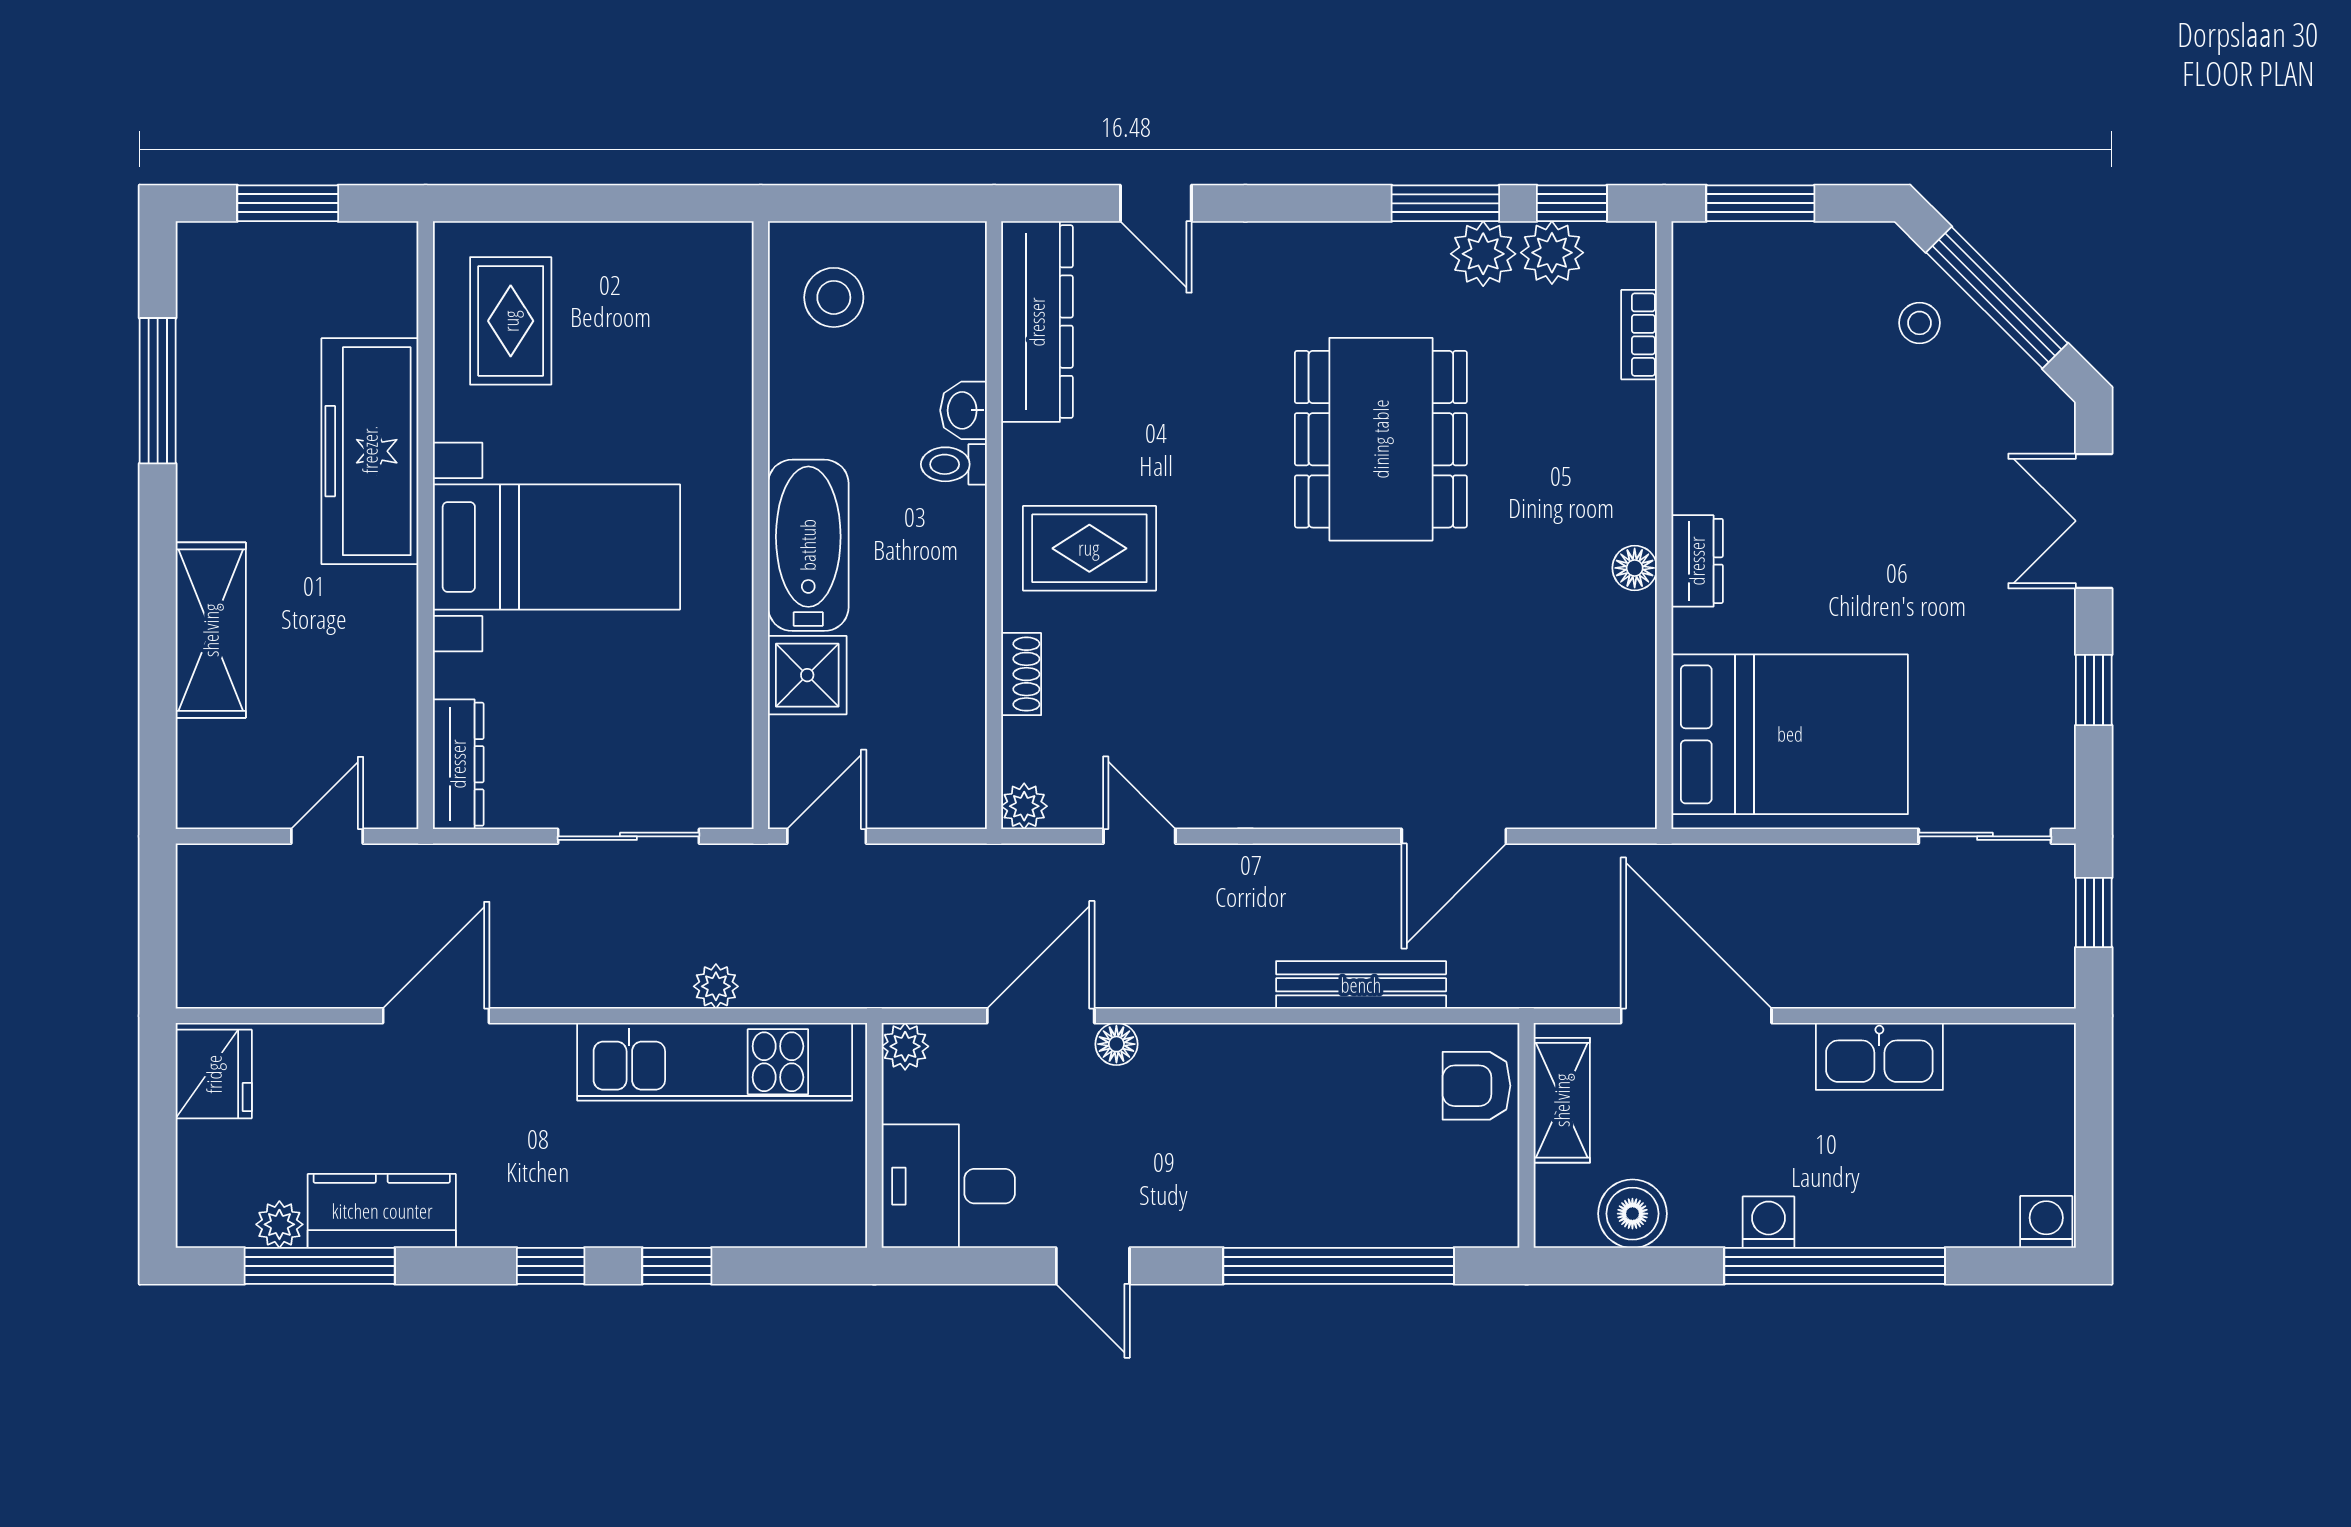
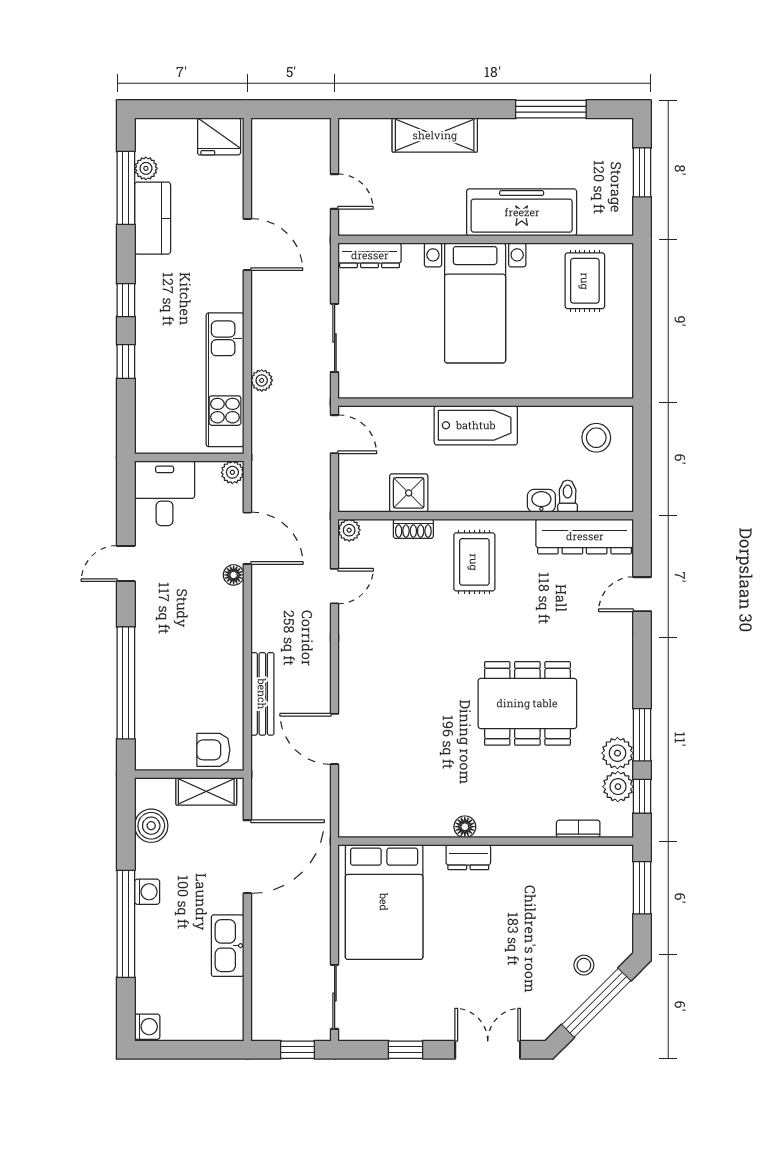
rug: (511, 321) -> (585, 281), turned 90
toilet: (954, 464) -> (568, 496), moved
shower: (807, 675) -> (409, 493), moved
armchair: (1476, 1086) -> (213, 750), turned -90

